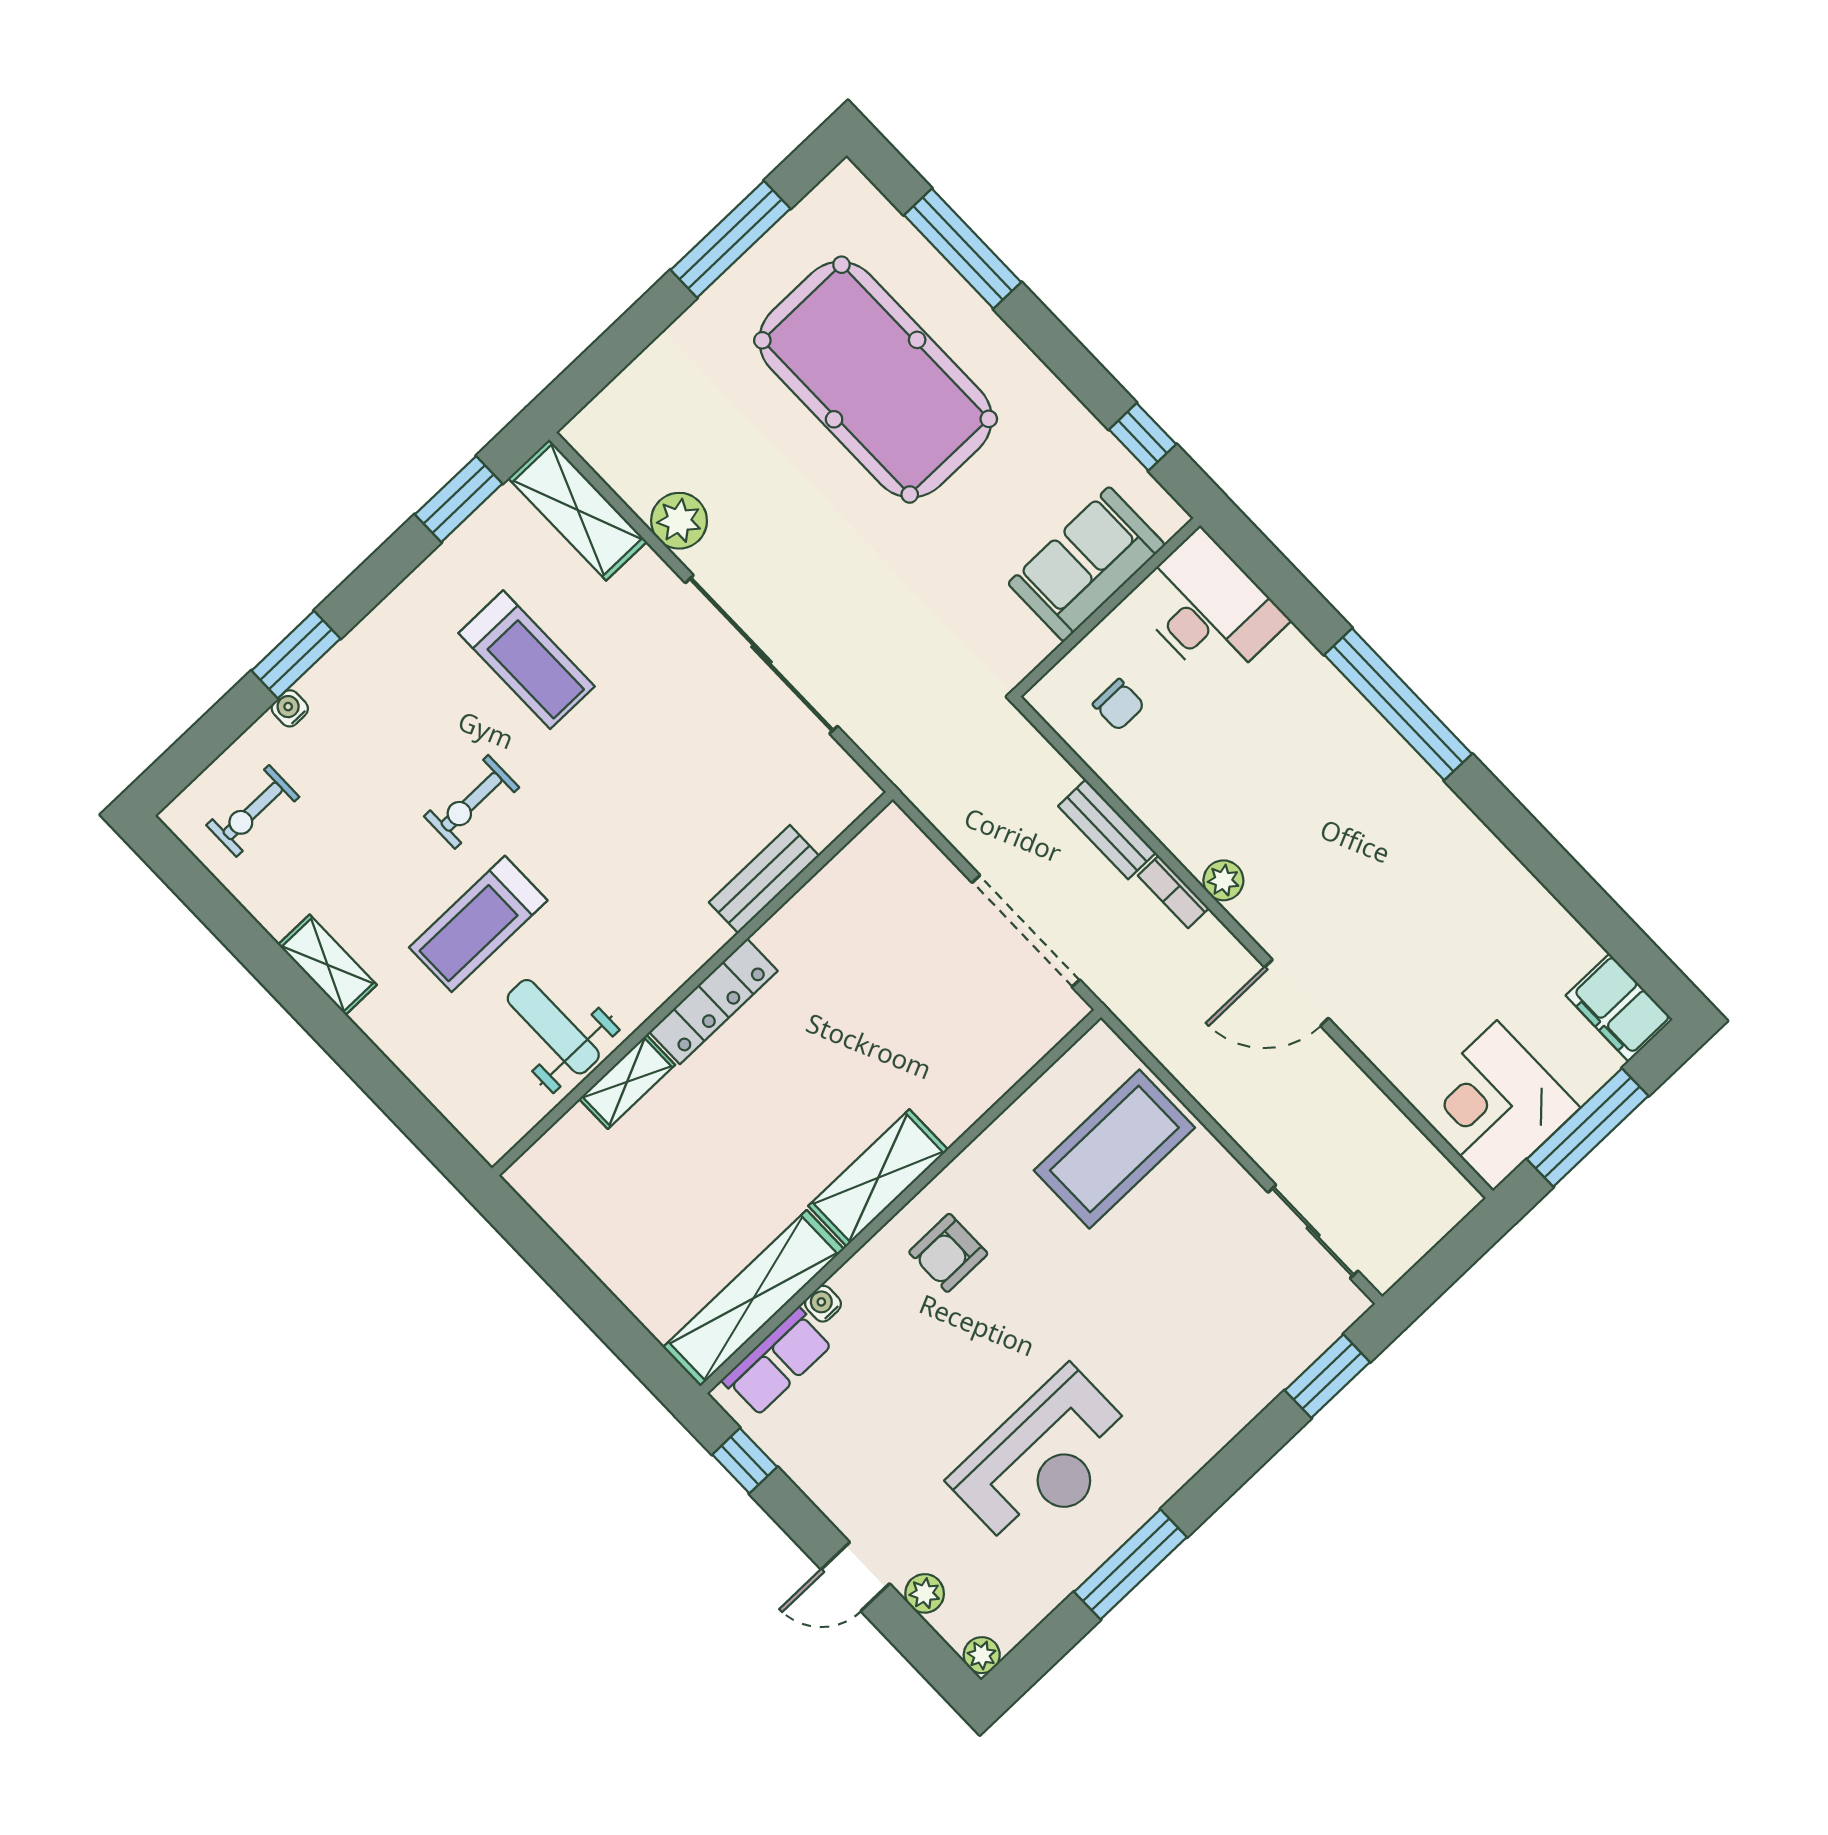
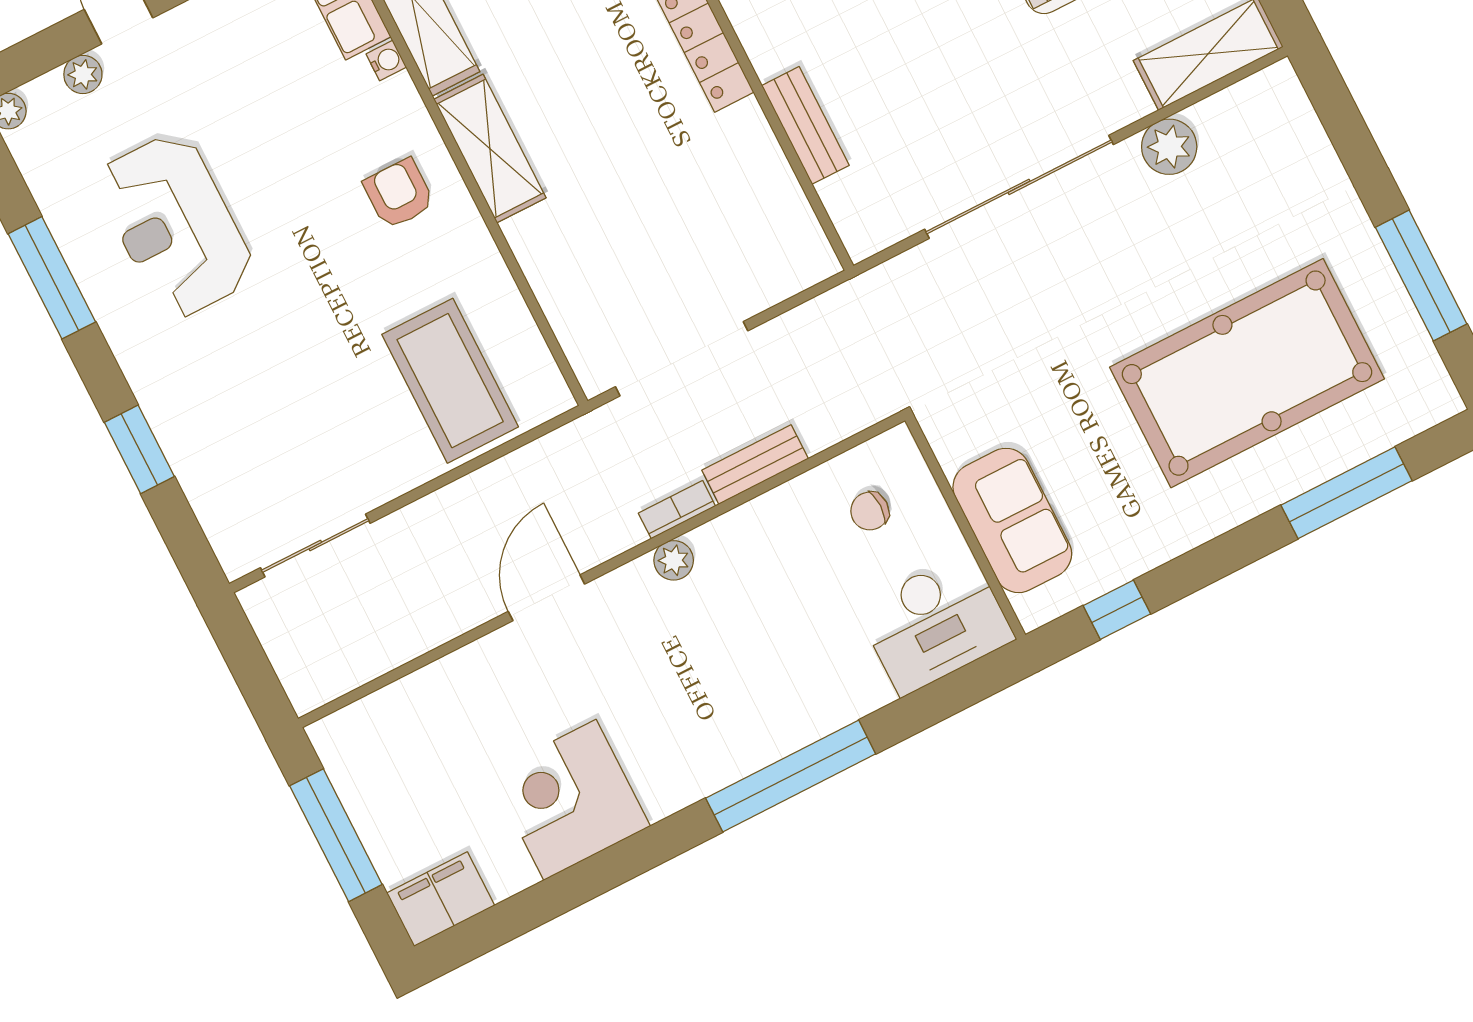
corner desk: (1495, 1106) -> (570, 800), moved, turned -90
window: (1327, 1376) -> (139, 449), moved

